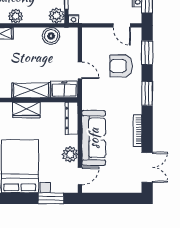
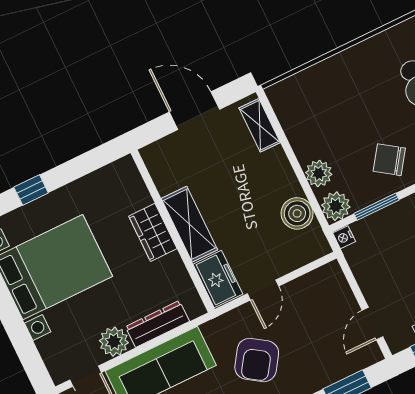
plant: (16, 16) -> (319, 173), moved
armchair: (121, 66) -> (257, 360), moved, turned -146
dresser: (72, 118) -> (157, 324), moved
window: (51, 198) -> (24, 346), removed

